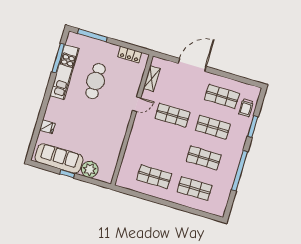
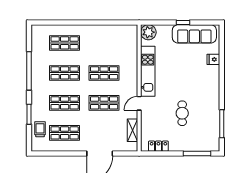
kitchen unit: (64, 72) -> (148, 71), moved, turned 180
cafe table: (96, 81) -> (182, 113), width x0.73, depth x0.74
plant: (90, 169) -> (148, 32), moved
shop shelf: (154, 177) -> (104, 73), moved

